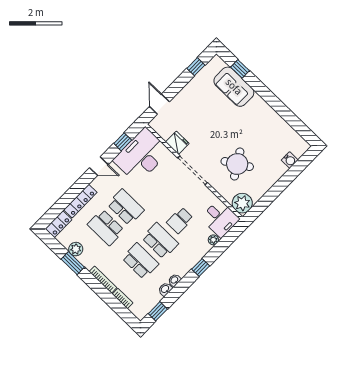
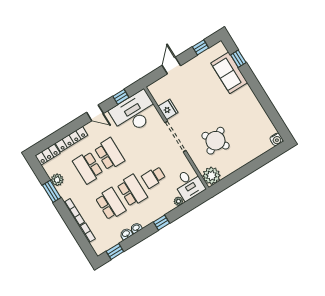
door: (159, 104) -> (171, 66), moved
water cooler: (290, 160) -> (276, 139), moved

